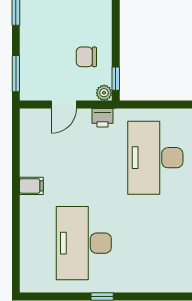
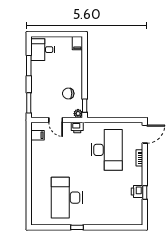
door: (64, 104) -> (56, 120), hinge flipped
desk: (155, 158) -> (107, 150), turned 180
filing cabinet: (31, 186) -> (37, 135), moved

